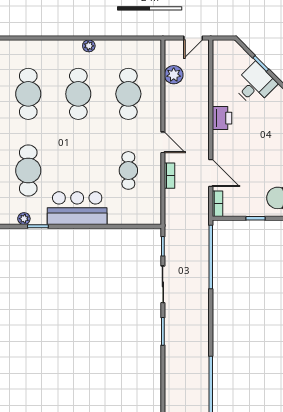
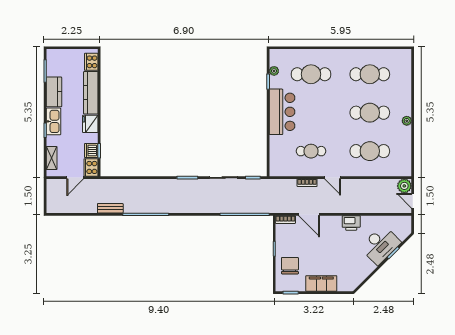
plant: (174, 75) -> (404, 186), moved
desk: (255, 84) -> (380, 245), width x1.37
door: (163, 142) -> (333, 178), hinge flipped
door: (211, 173) -> (309, 214), hinge flipped

